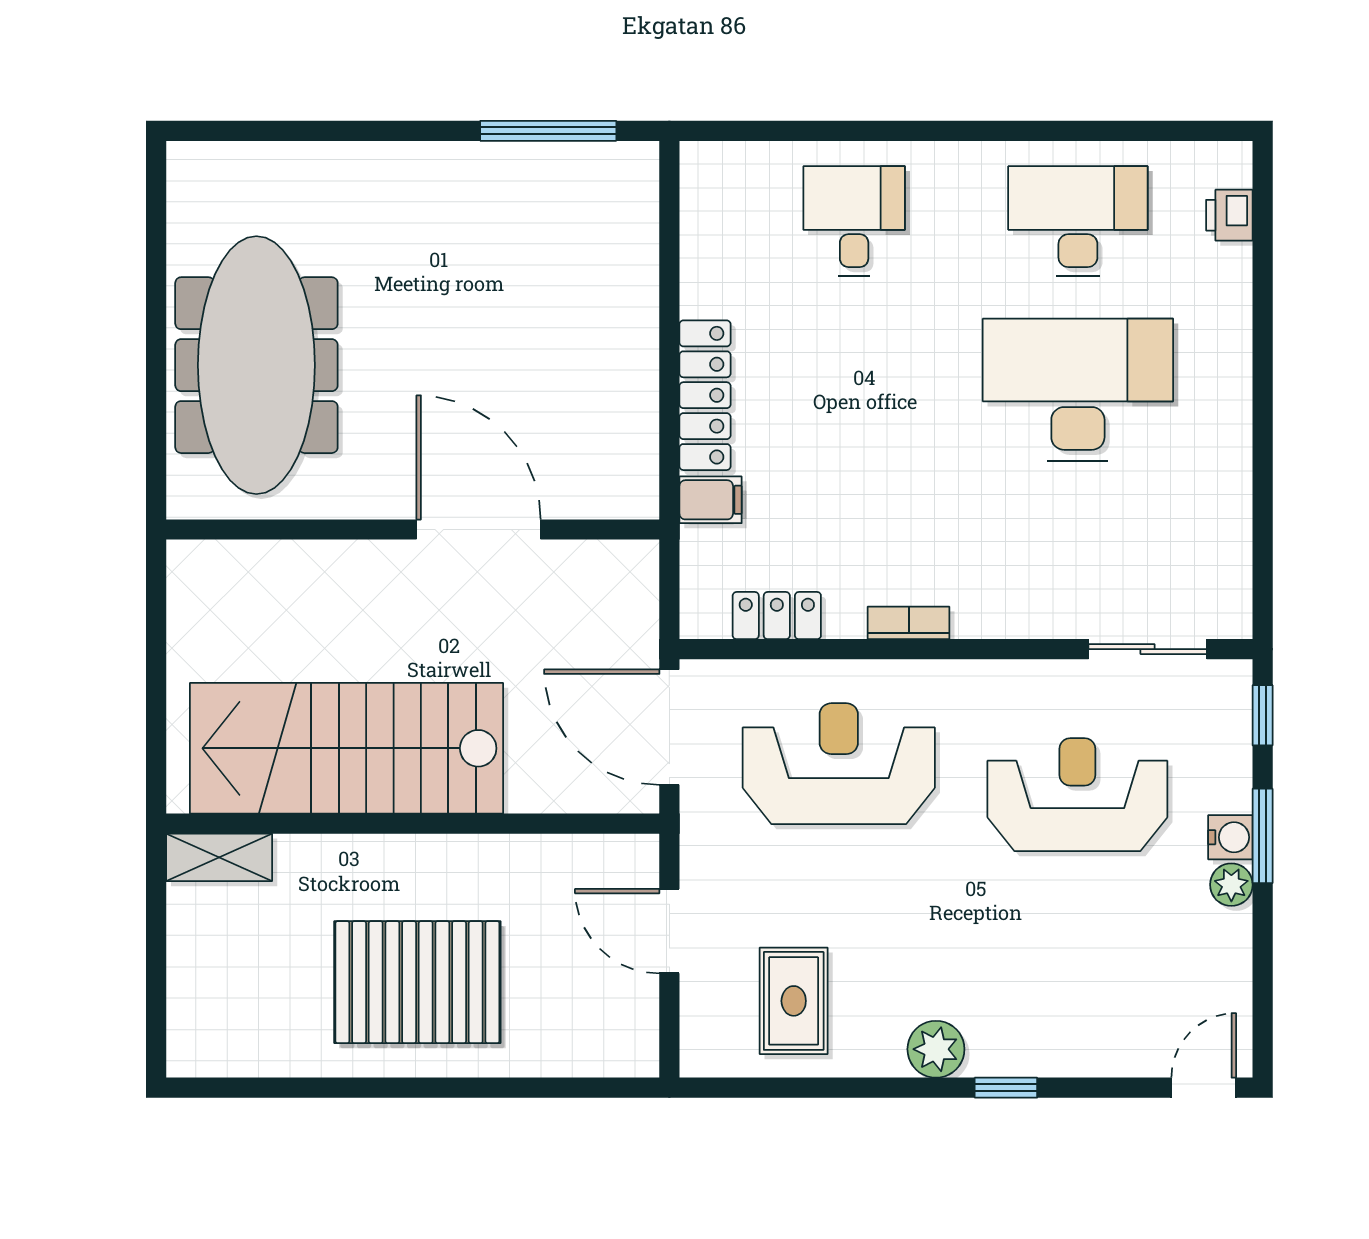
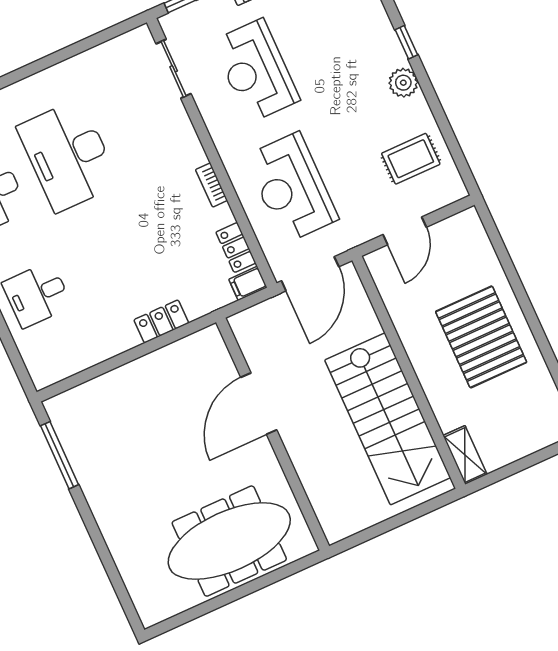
locker: (705, 395) -> (161, 321), width x0.66
filing cabinet: (711, 500) -> (248, 283), moved, turned -90

